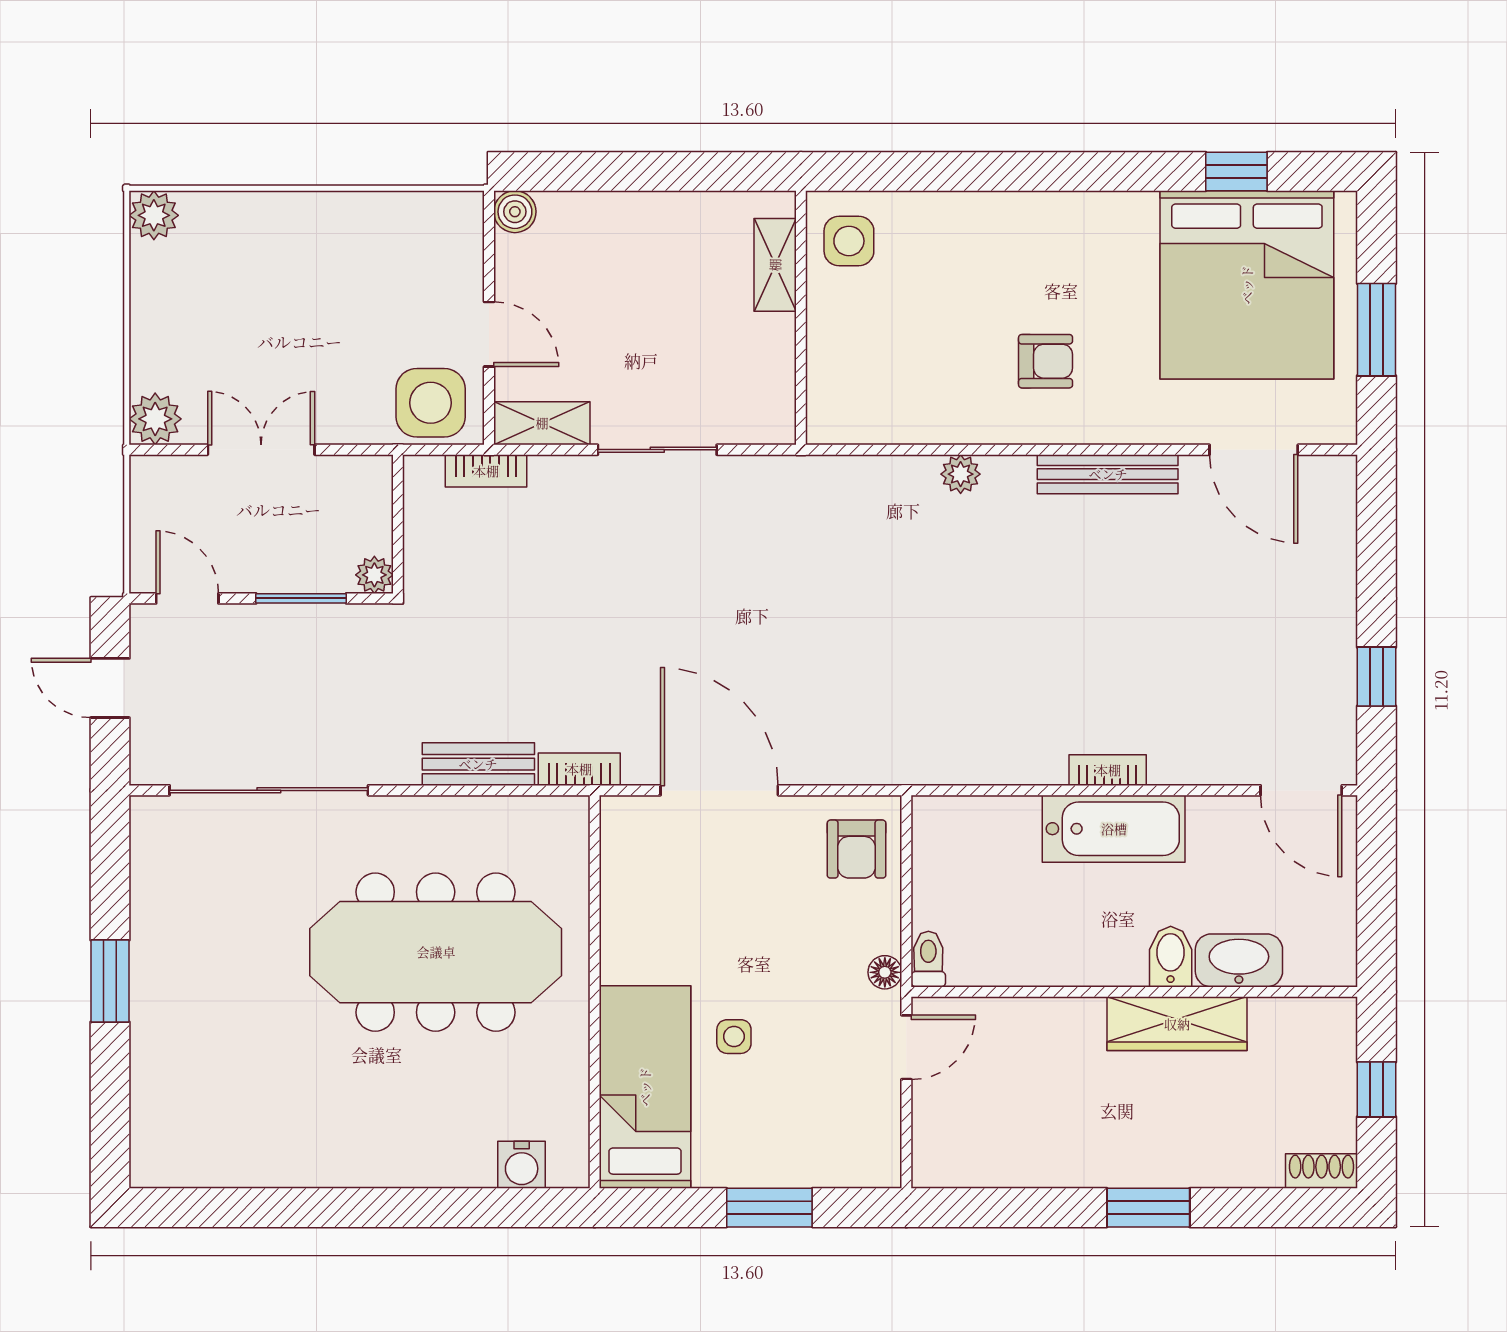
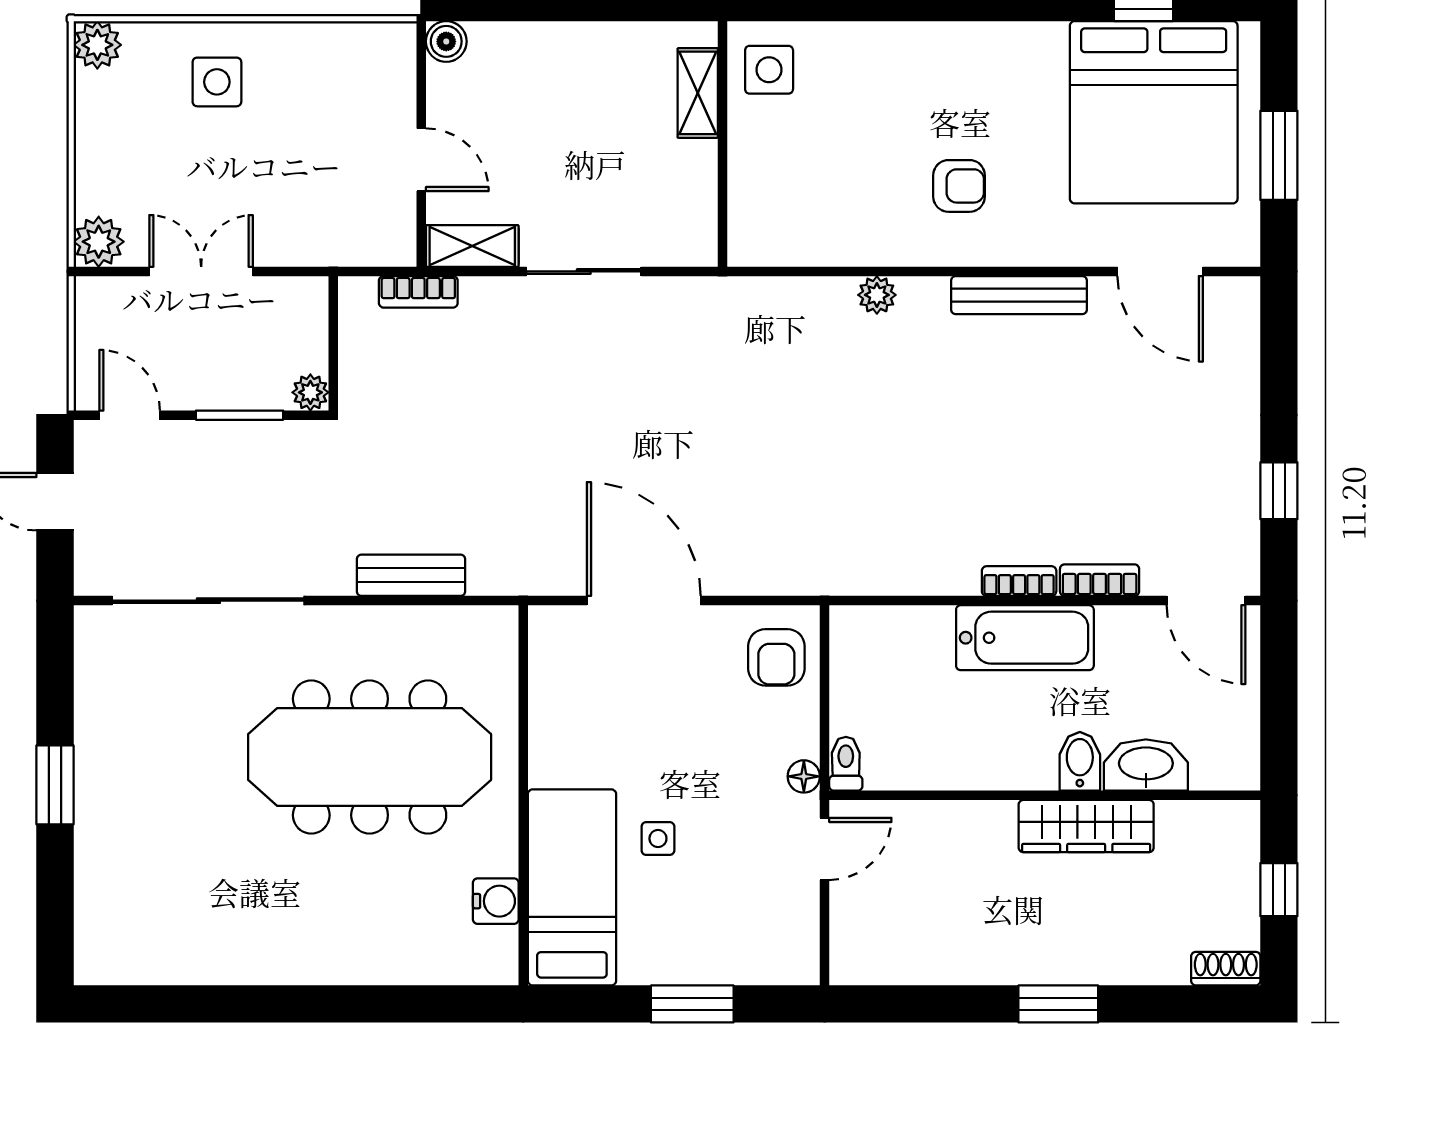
side table: (431, 403) -> (217, 82), moved, width x0.73, depth x0.73
bookcase: (579, 769) -> (1100, 580), moved
water cooler: (522, 1165) -> (496, 901), moved, turned -90

